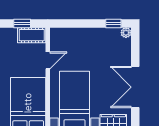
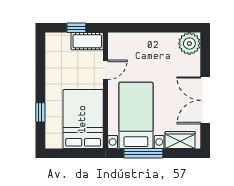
window: (113, 23) -> (180, 28), removed
plant: (126, 33) -> (189, 44), width x1.88, depth x1.88

